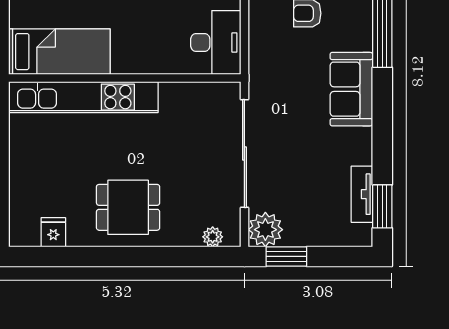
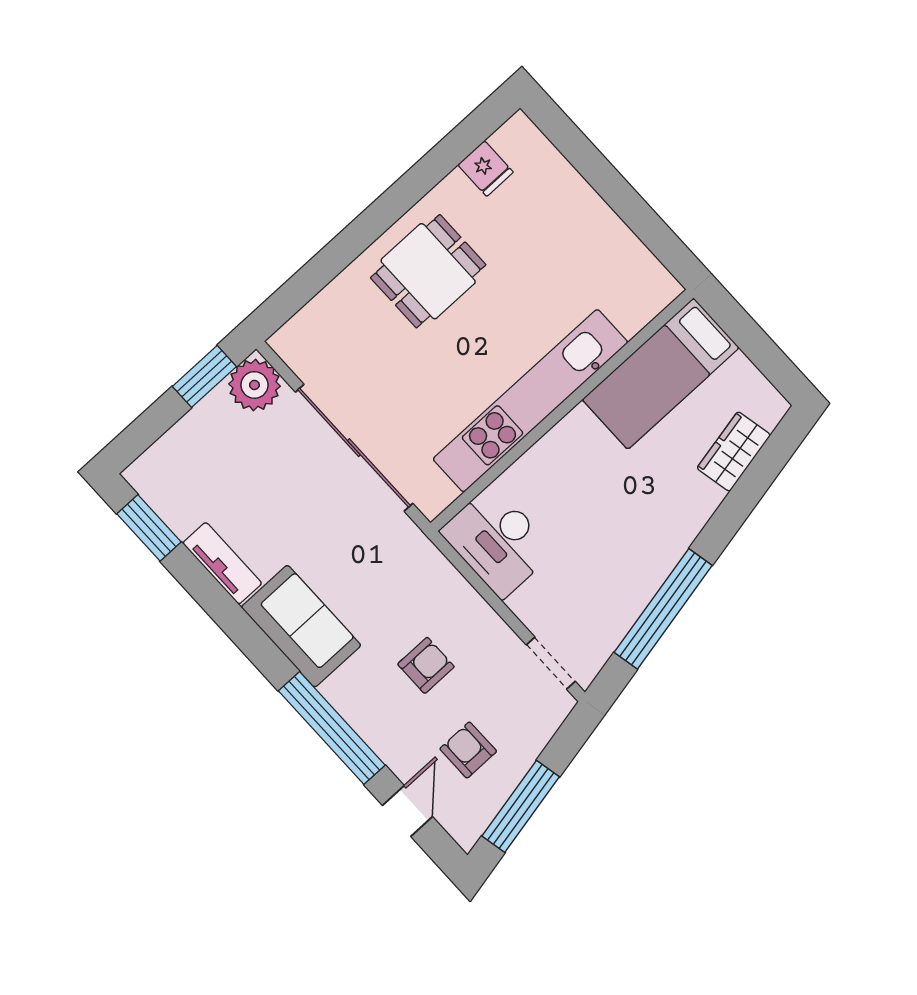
kitchen unit: (83, 97) -> (530, 401), moved
tv unit: (362, 194) -> (222, 563), moved
plant: (213, 237) -> (305, 324), removed

